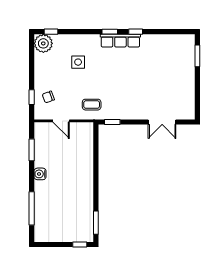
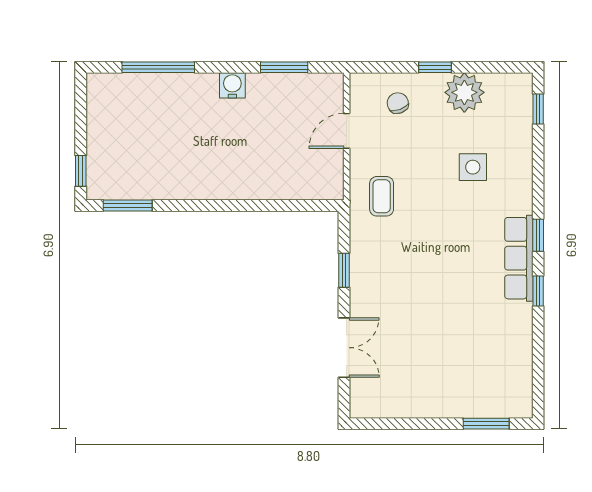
plant: (43, 43) -> (464, 92), moved
window: (32, 97) -> (435, 67), moved
window: (112, 122) -> (344, 270), moved
double door: (162, 122) -> (344, 348), swing flipped

